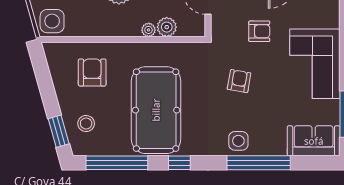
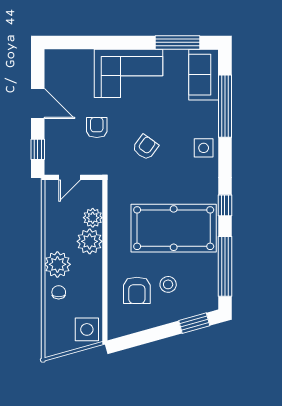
plant: (149, 30) -> (90, 241), width x1.87, depth x1.87
armchair: (92, 72) -> (137, 290), turned -90
armchair: (239, 81) -> (145, 147), turned 116
stool: (86, 124) -> (168, 284), moved
window: (259, 163) -> (225, 106), moved

